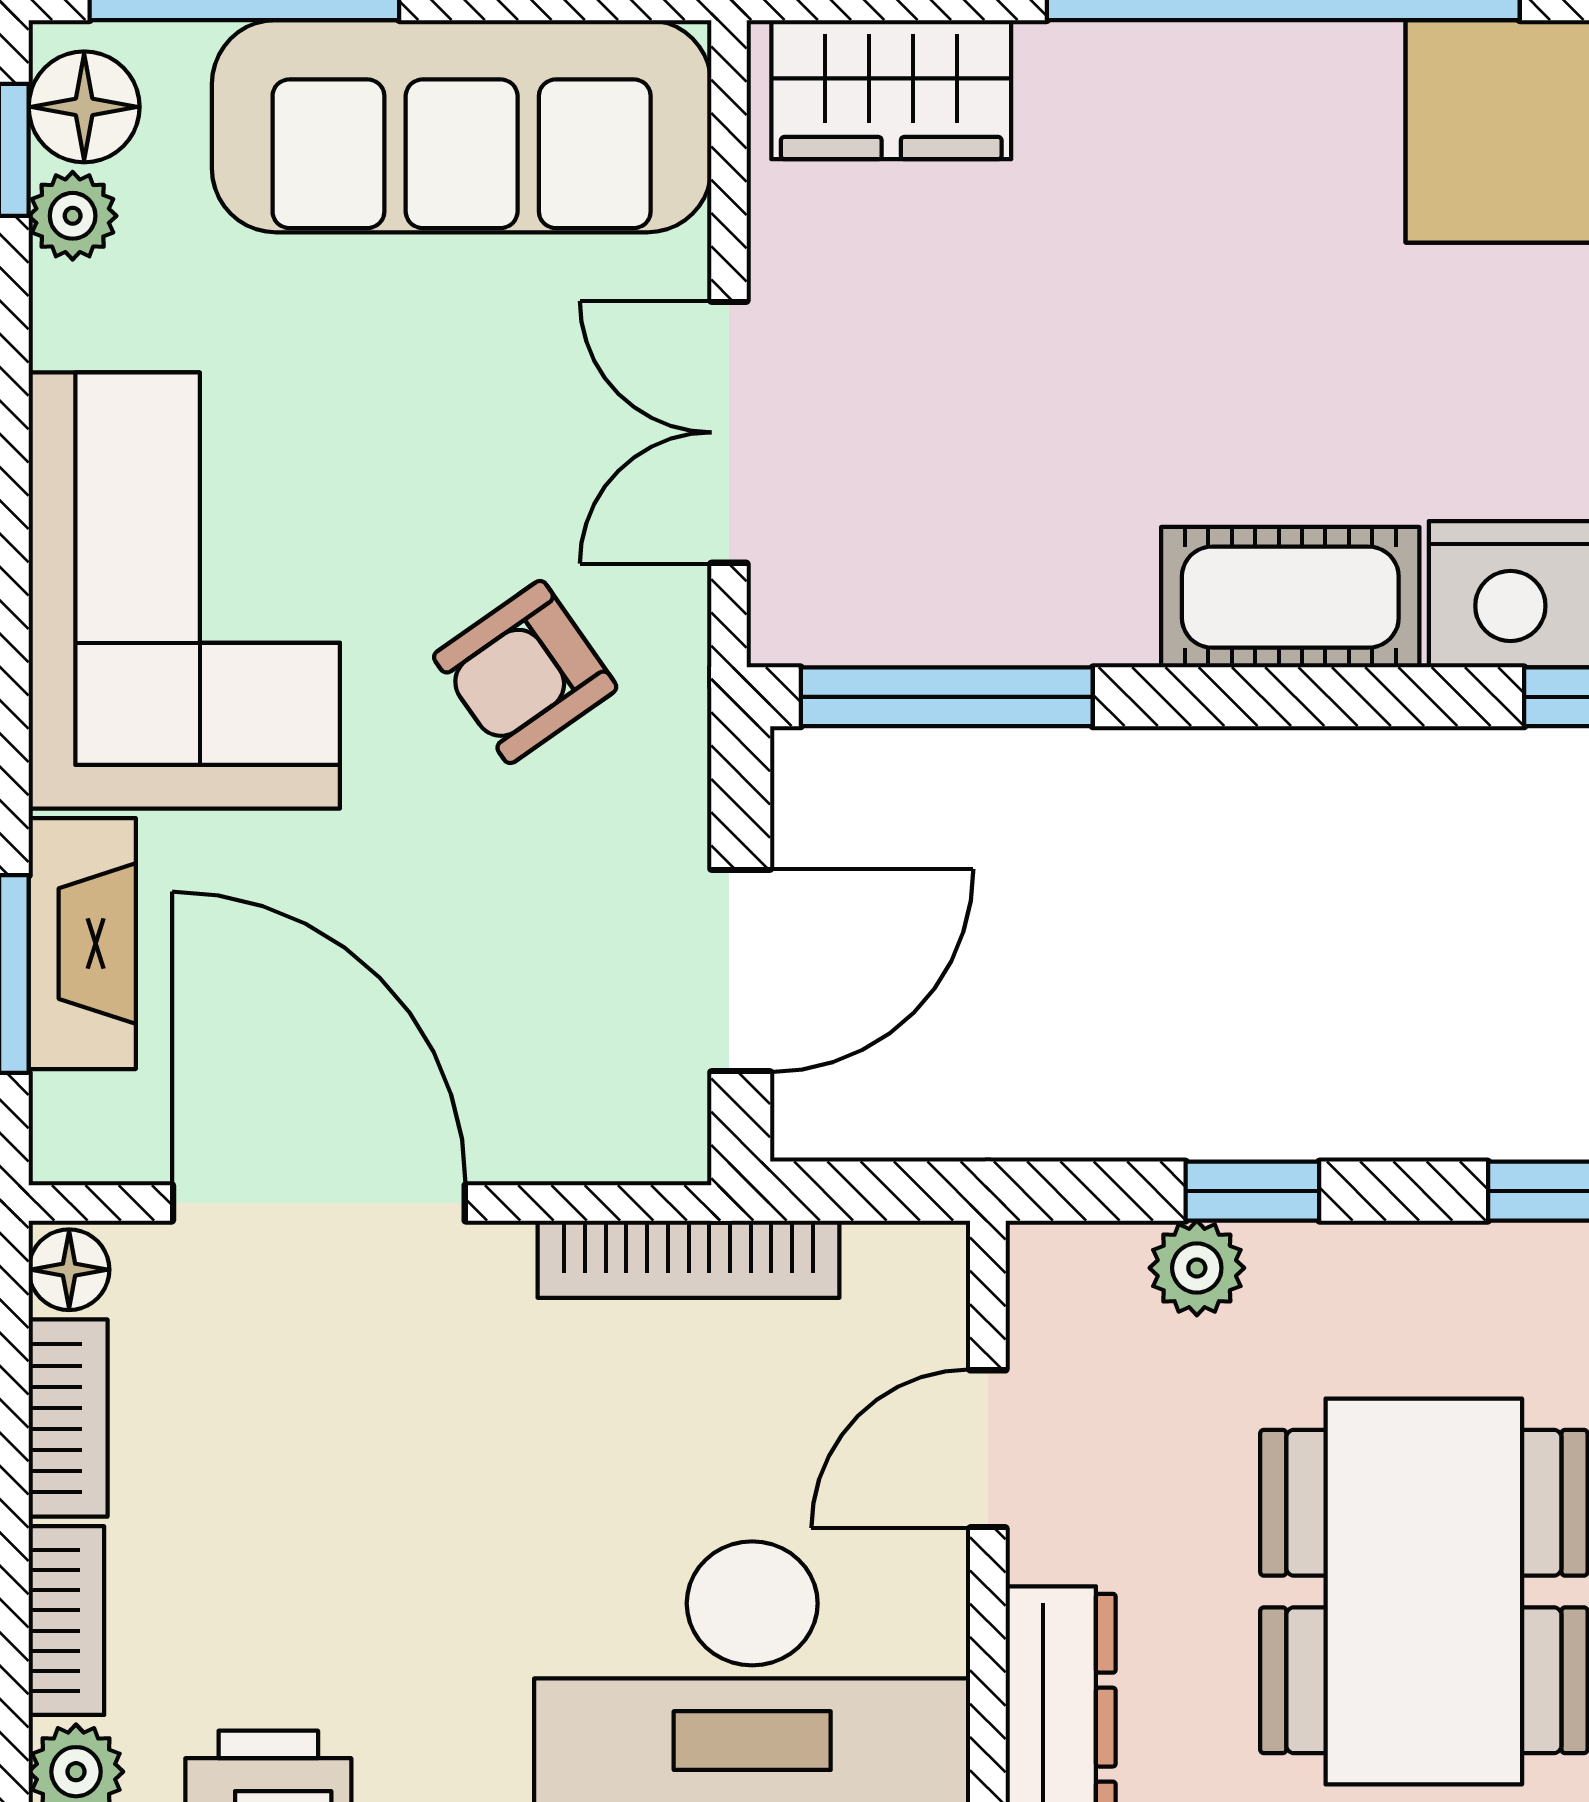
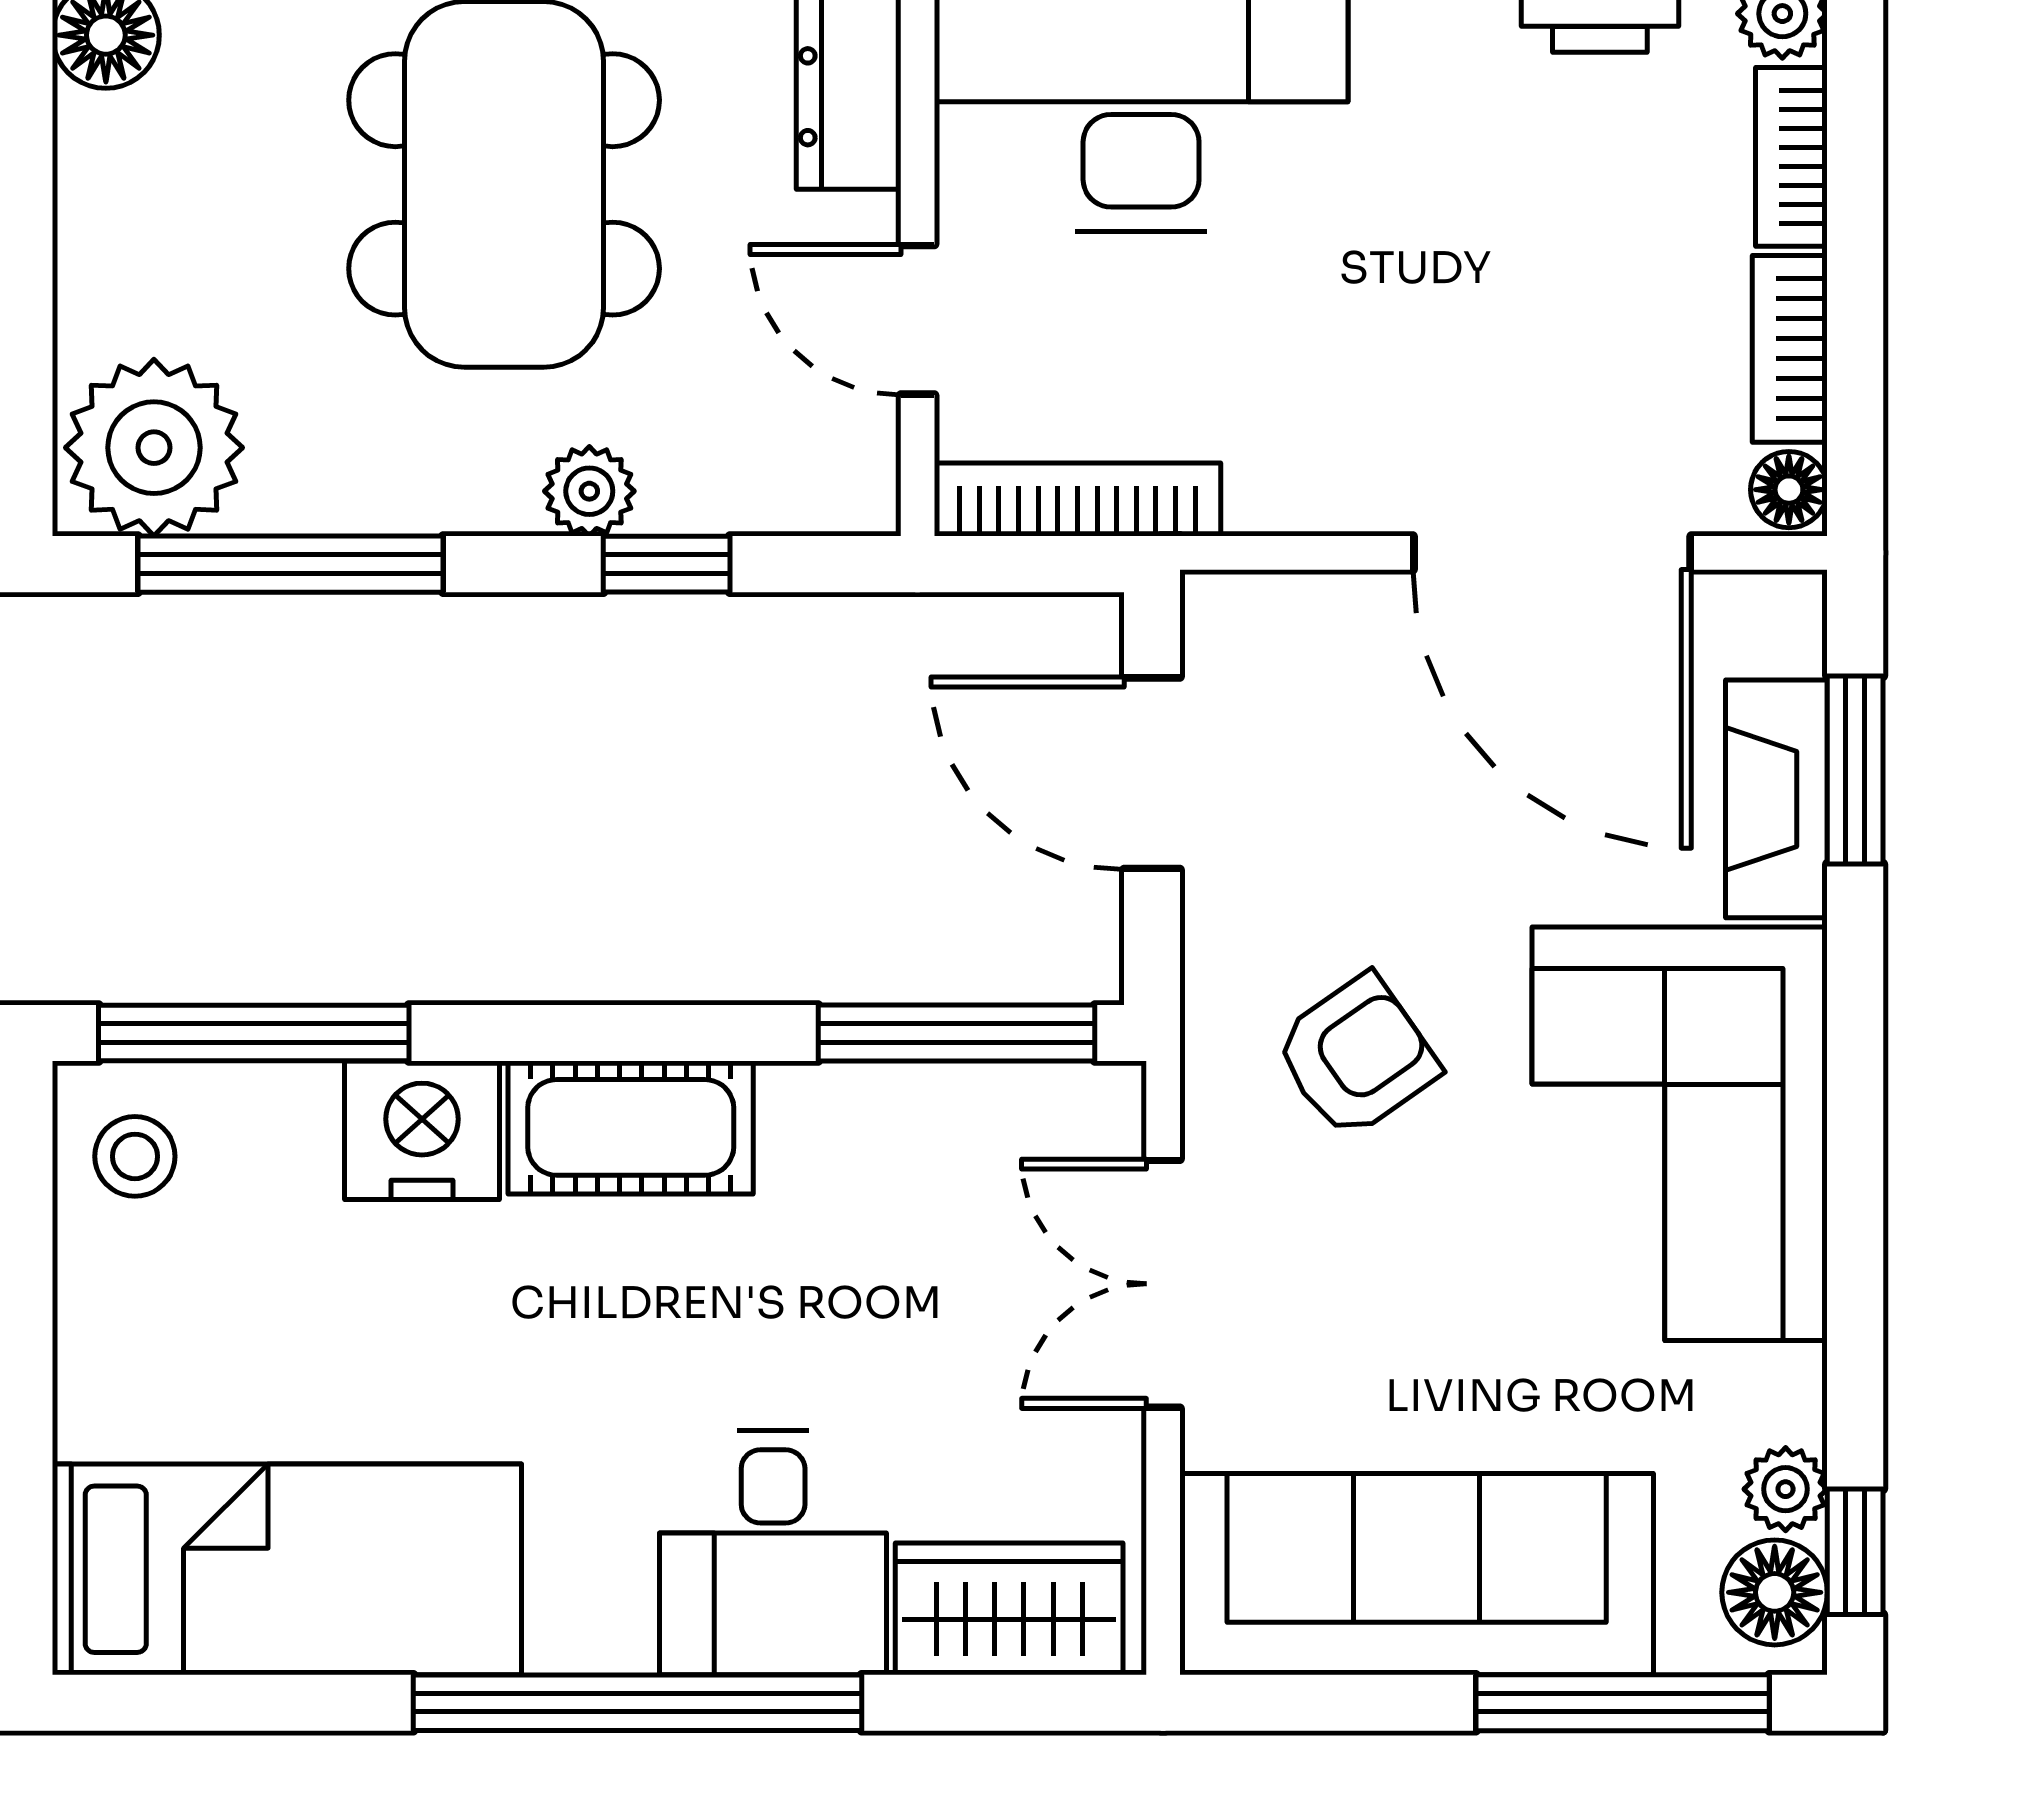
desk: (1140, 149) -> (773, 1552), added
double door: (729, 432) -> (1163, 1284), swing flipped
door: (741, 970) -> (1152, 773), hinge flipped
bookcase: (689, 1259) -> (1077, 500), moved
plant: (1197, 1268) -> (589, 491), moved
door: (988, 1449) -> (918, 320), swing flipped

